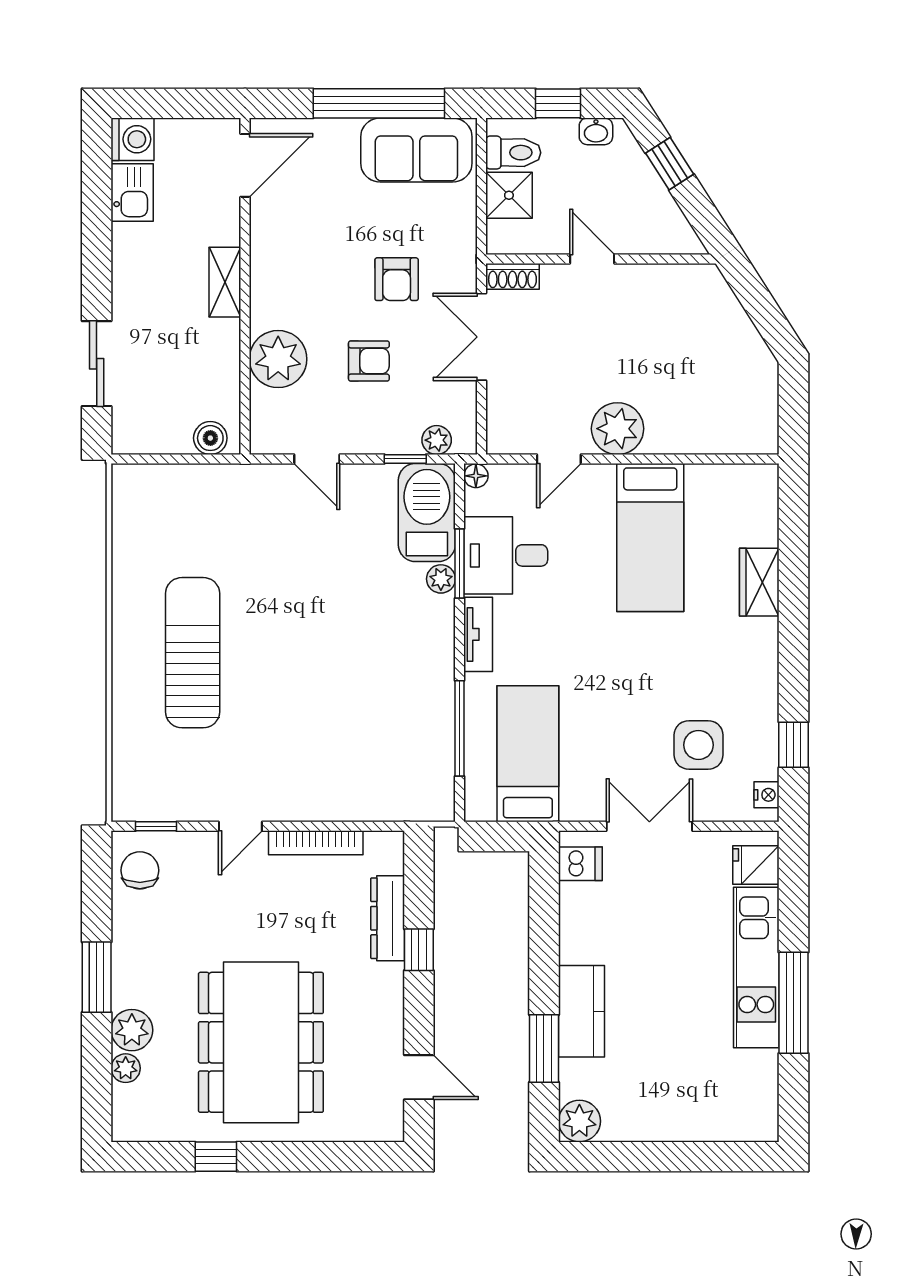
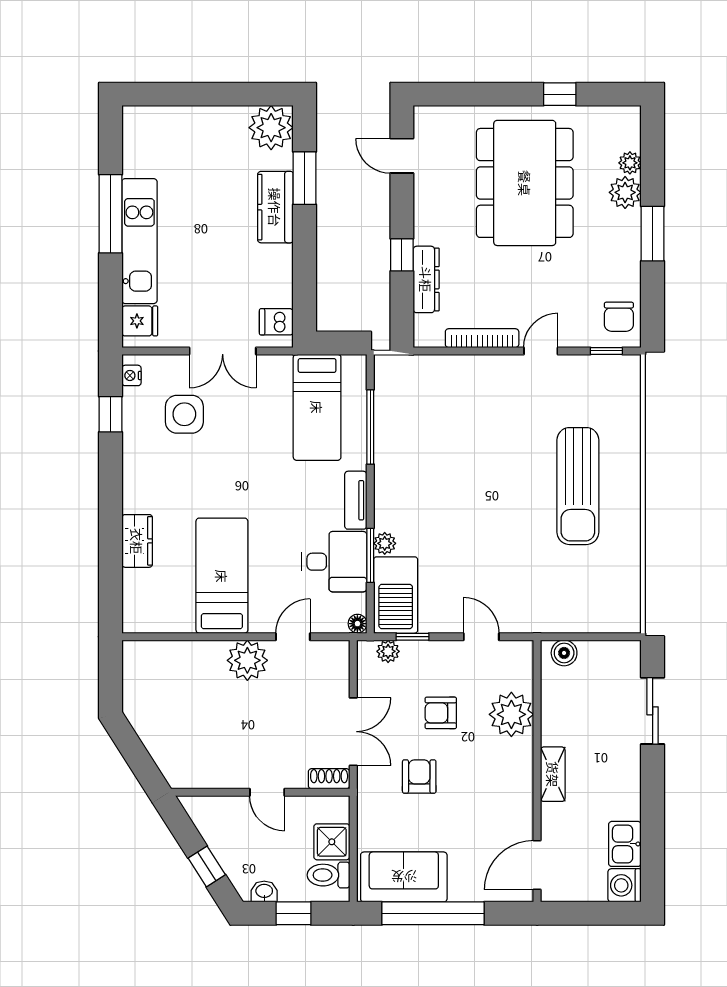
plant: (579, 1121) -> (271, 128), width x1.36, depth x1.36

